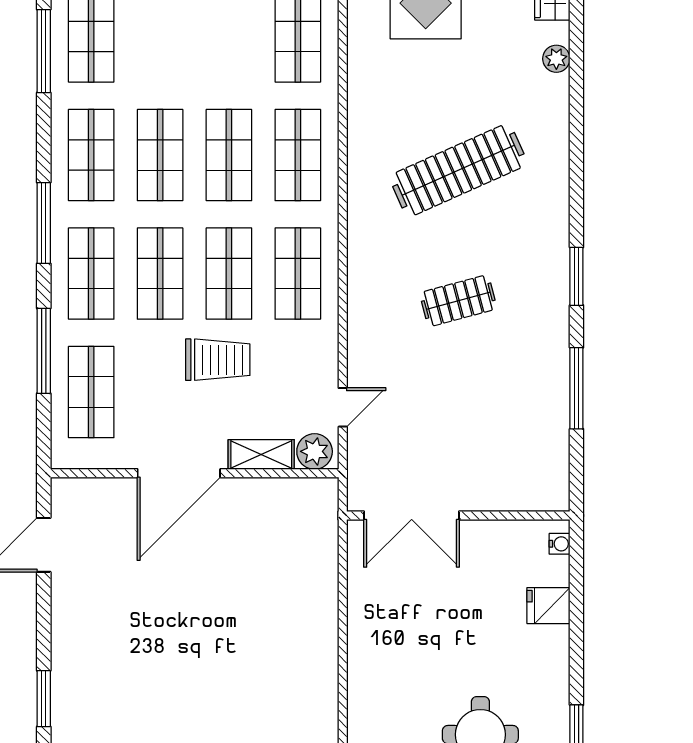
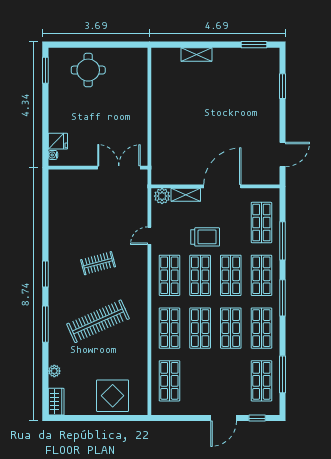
trolley: (218, 360) -> (205, 237), turned 180
window: (576, 388) -> (45, 324), moved
door: (343, 407) -> (149, 236), moved
fridge: (548, 606) -> (58, 141), moved

